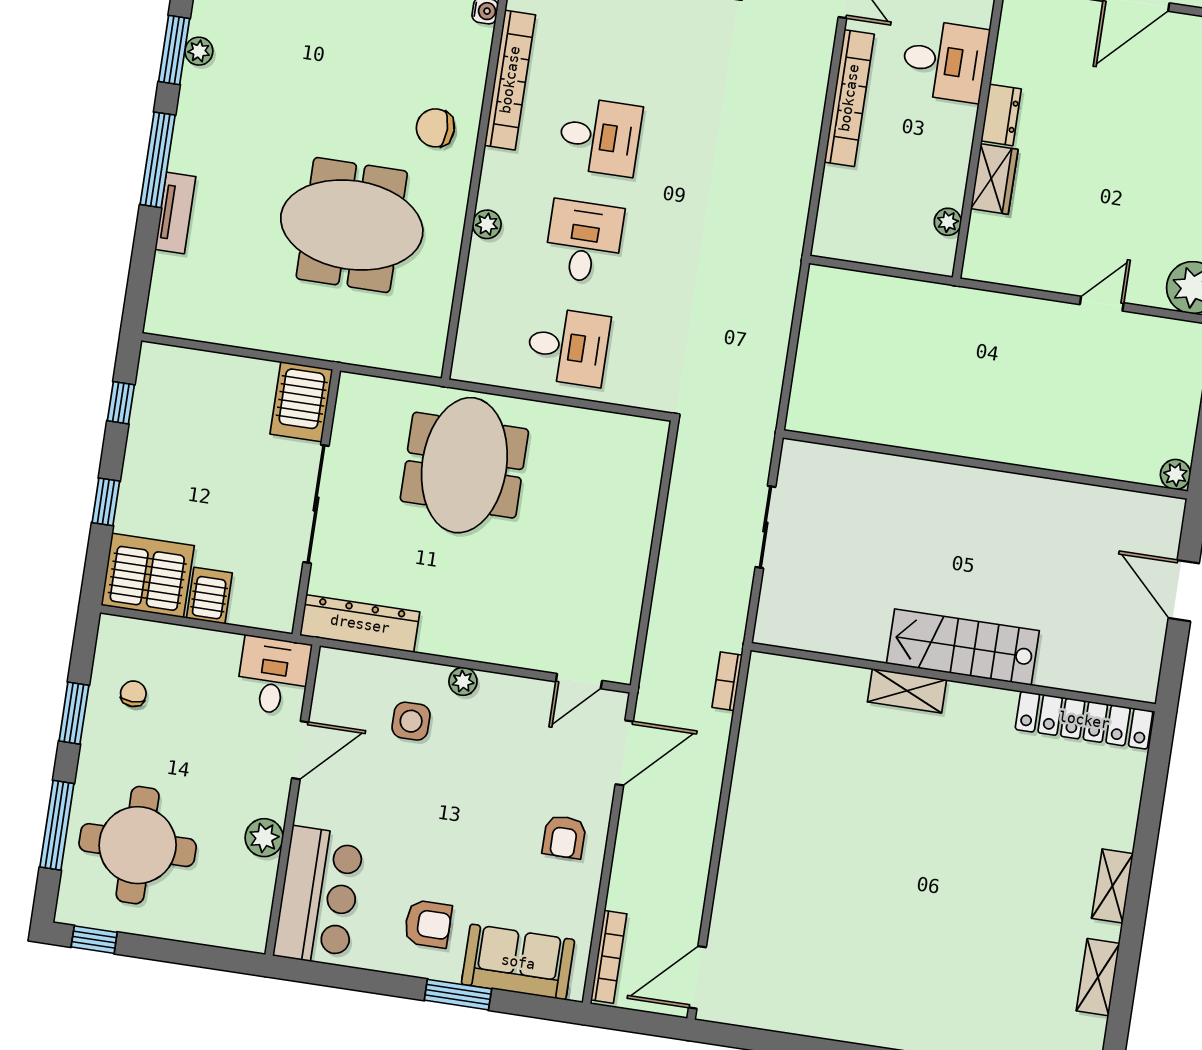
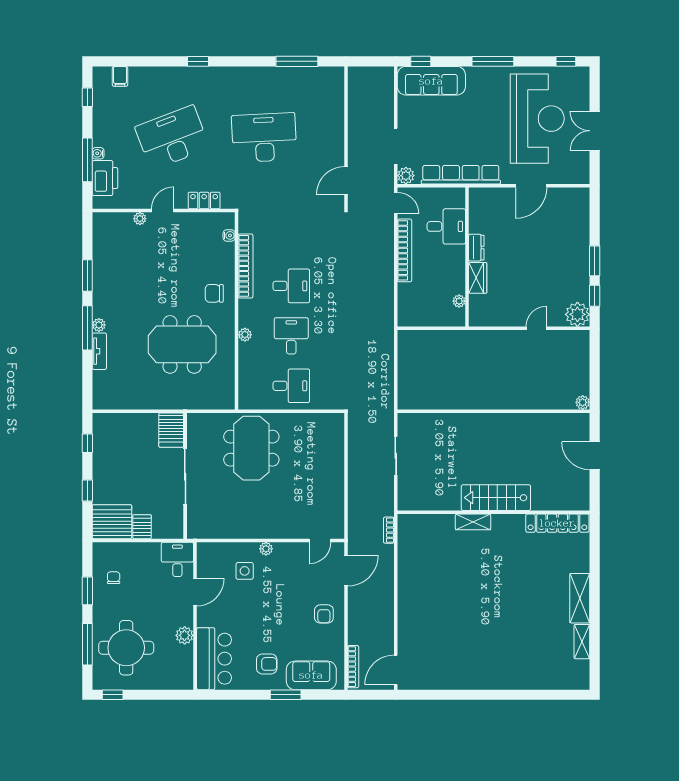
plant: (199, 51) -> (99, 325), moved
dresser: (360, 624) -> (214, 529), removed
shelving: (1112, 886) -> (580, 598), width x1.50, depth x1.33

